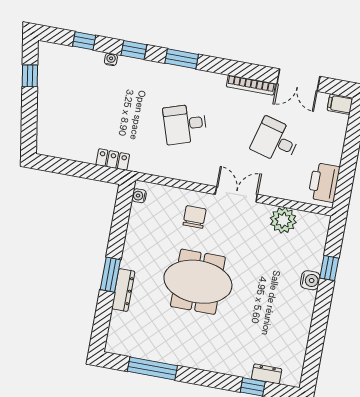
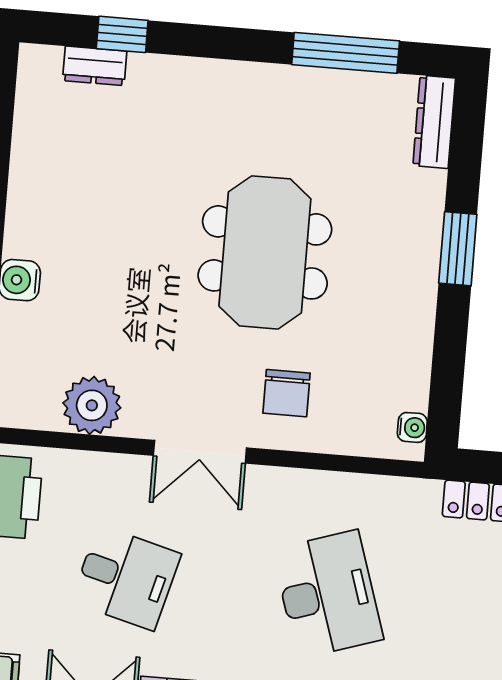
desk: (185, 124) -> (328, 594), width x1.37
meeting table: (198, 282) -> (265, 252), turned 90
dresser: (123, 290) -> (434, 122), moved

